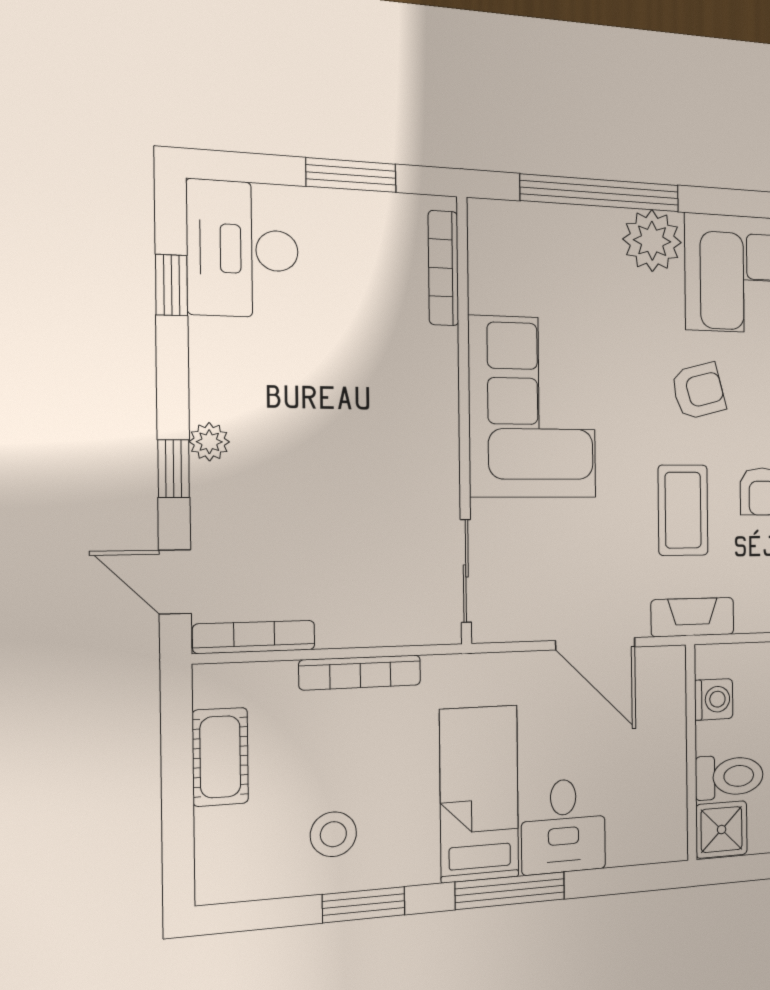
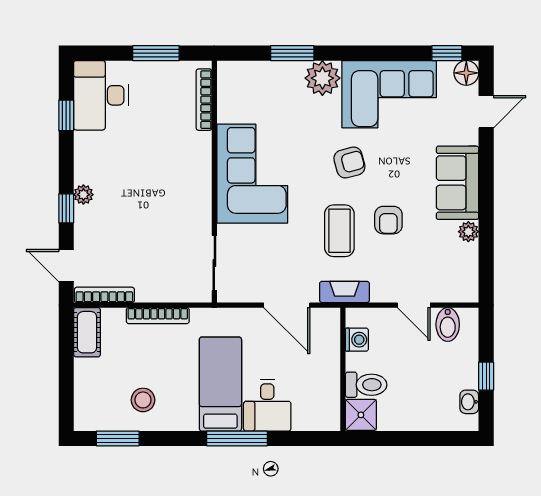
window: (600, 193) -> (292, 53), width x0.47
cot: (220, 757) -> (87, 332), moved
window: (364, 905) -> (118, 438), moved

